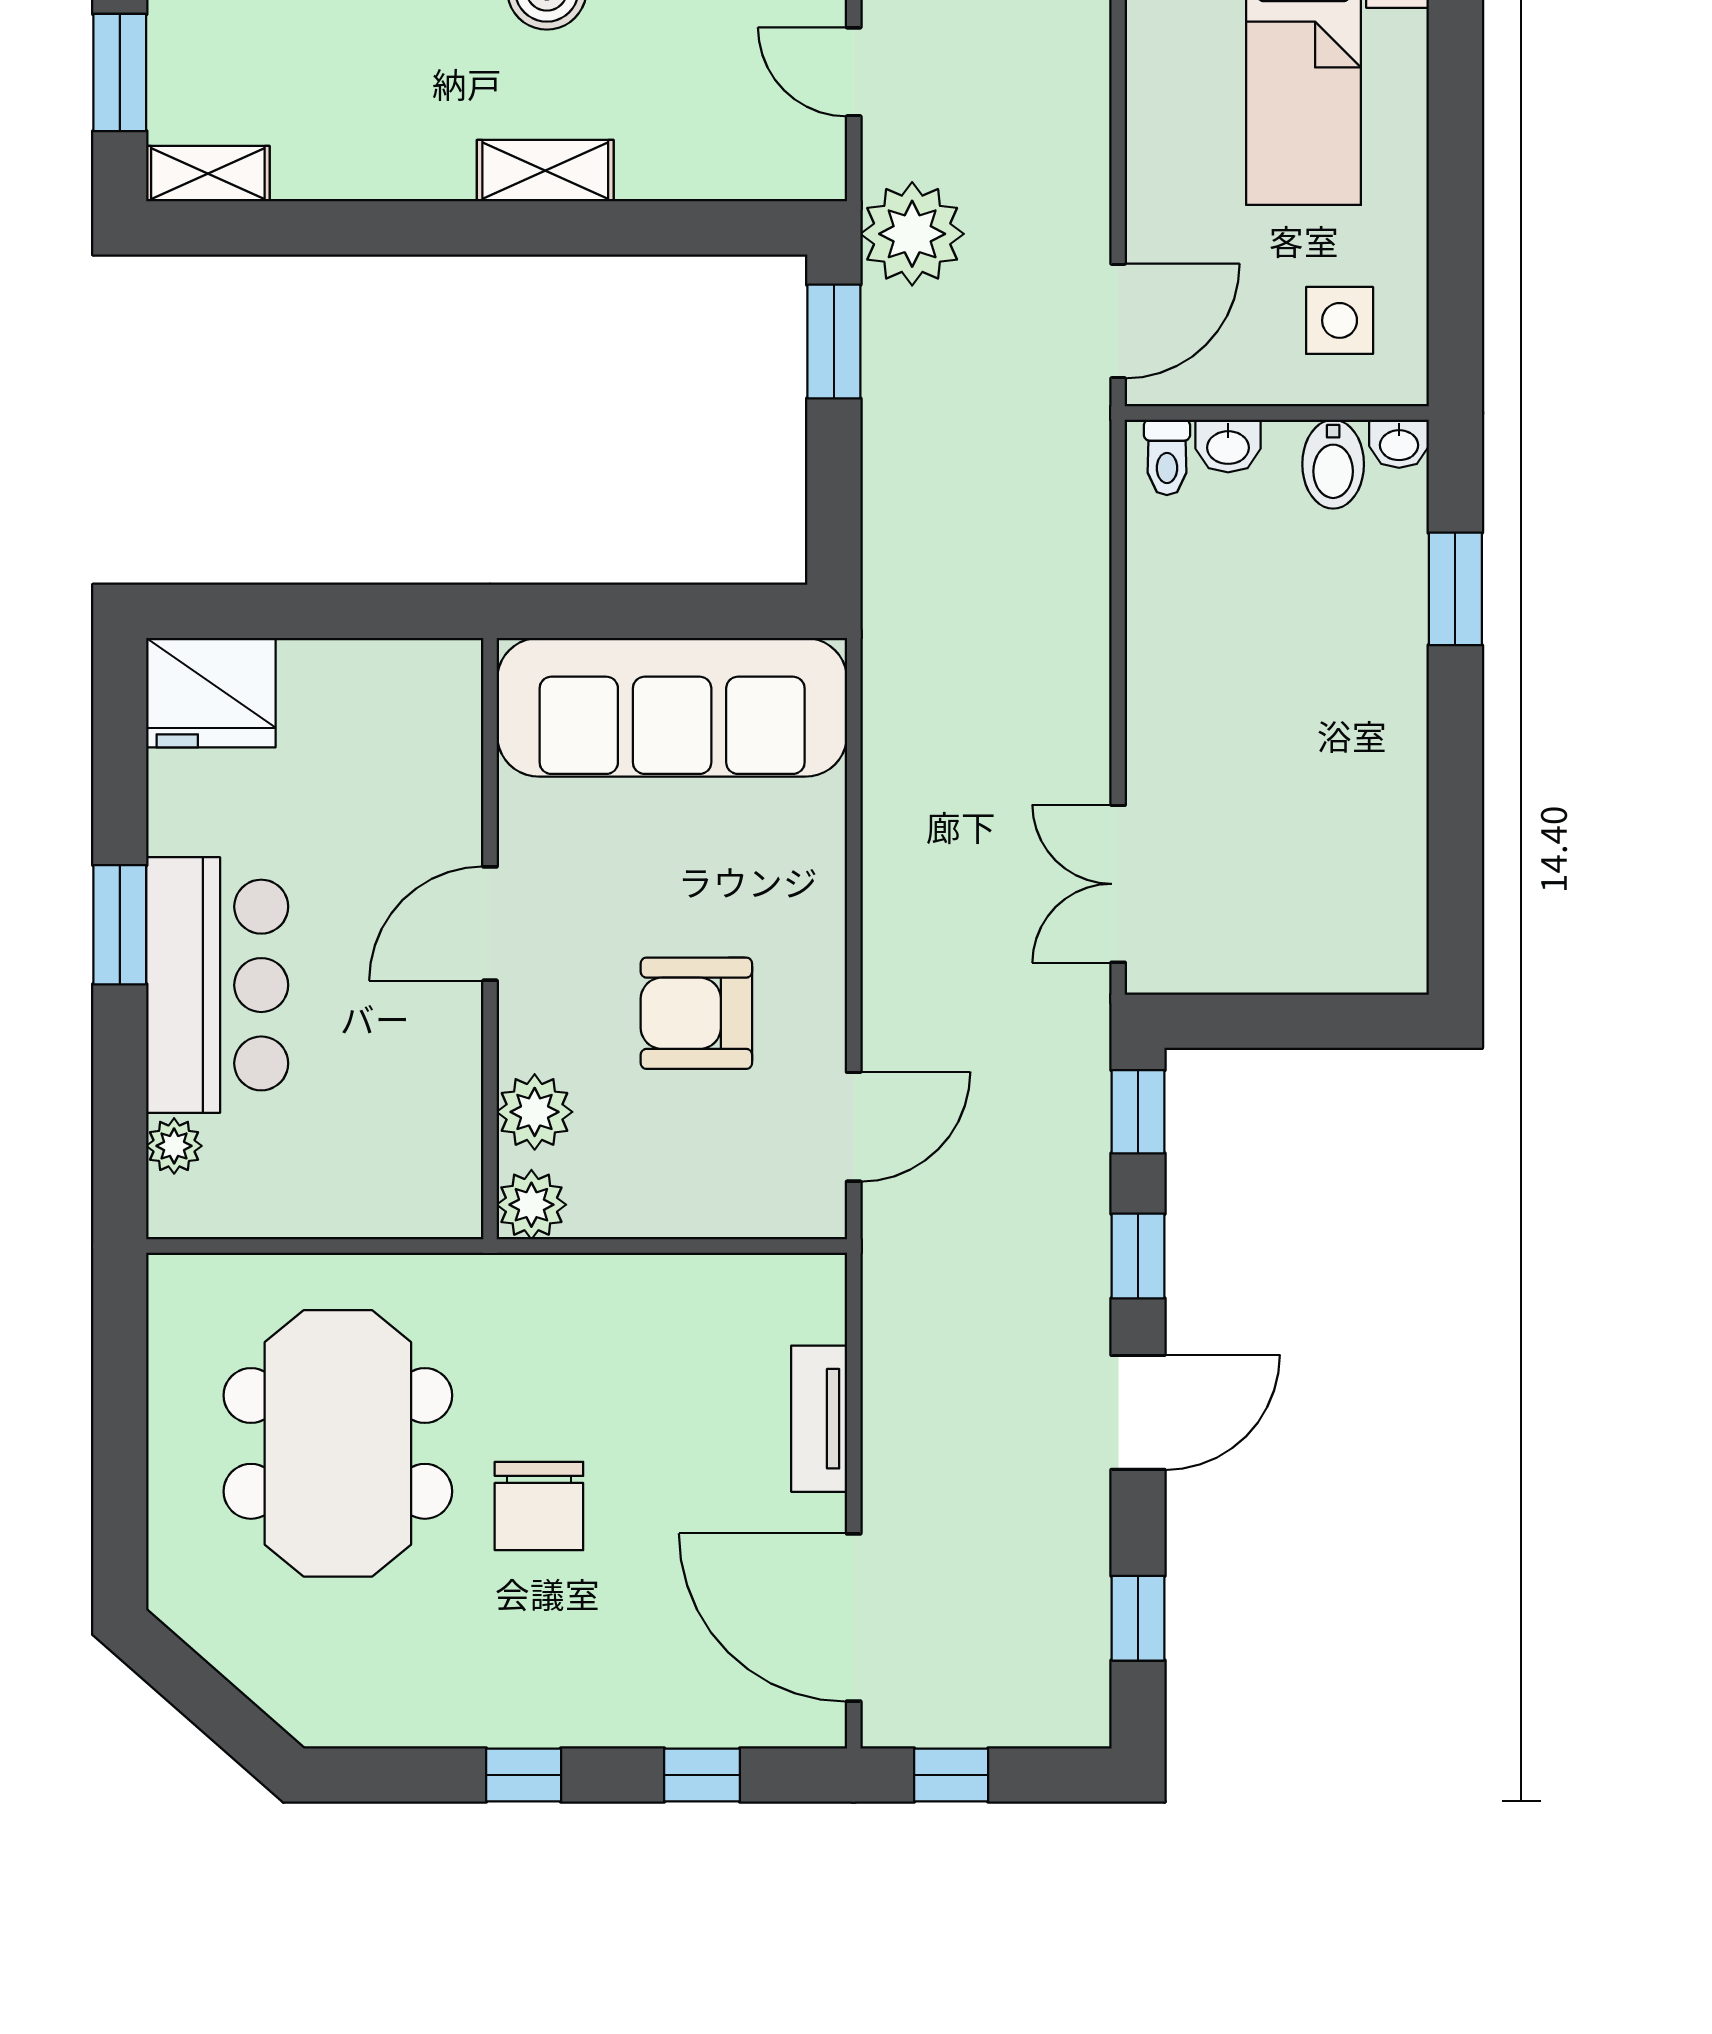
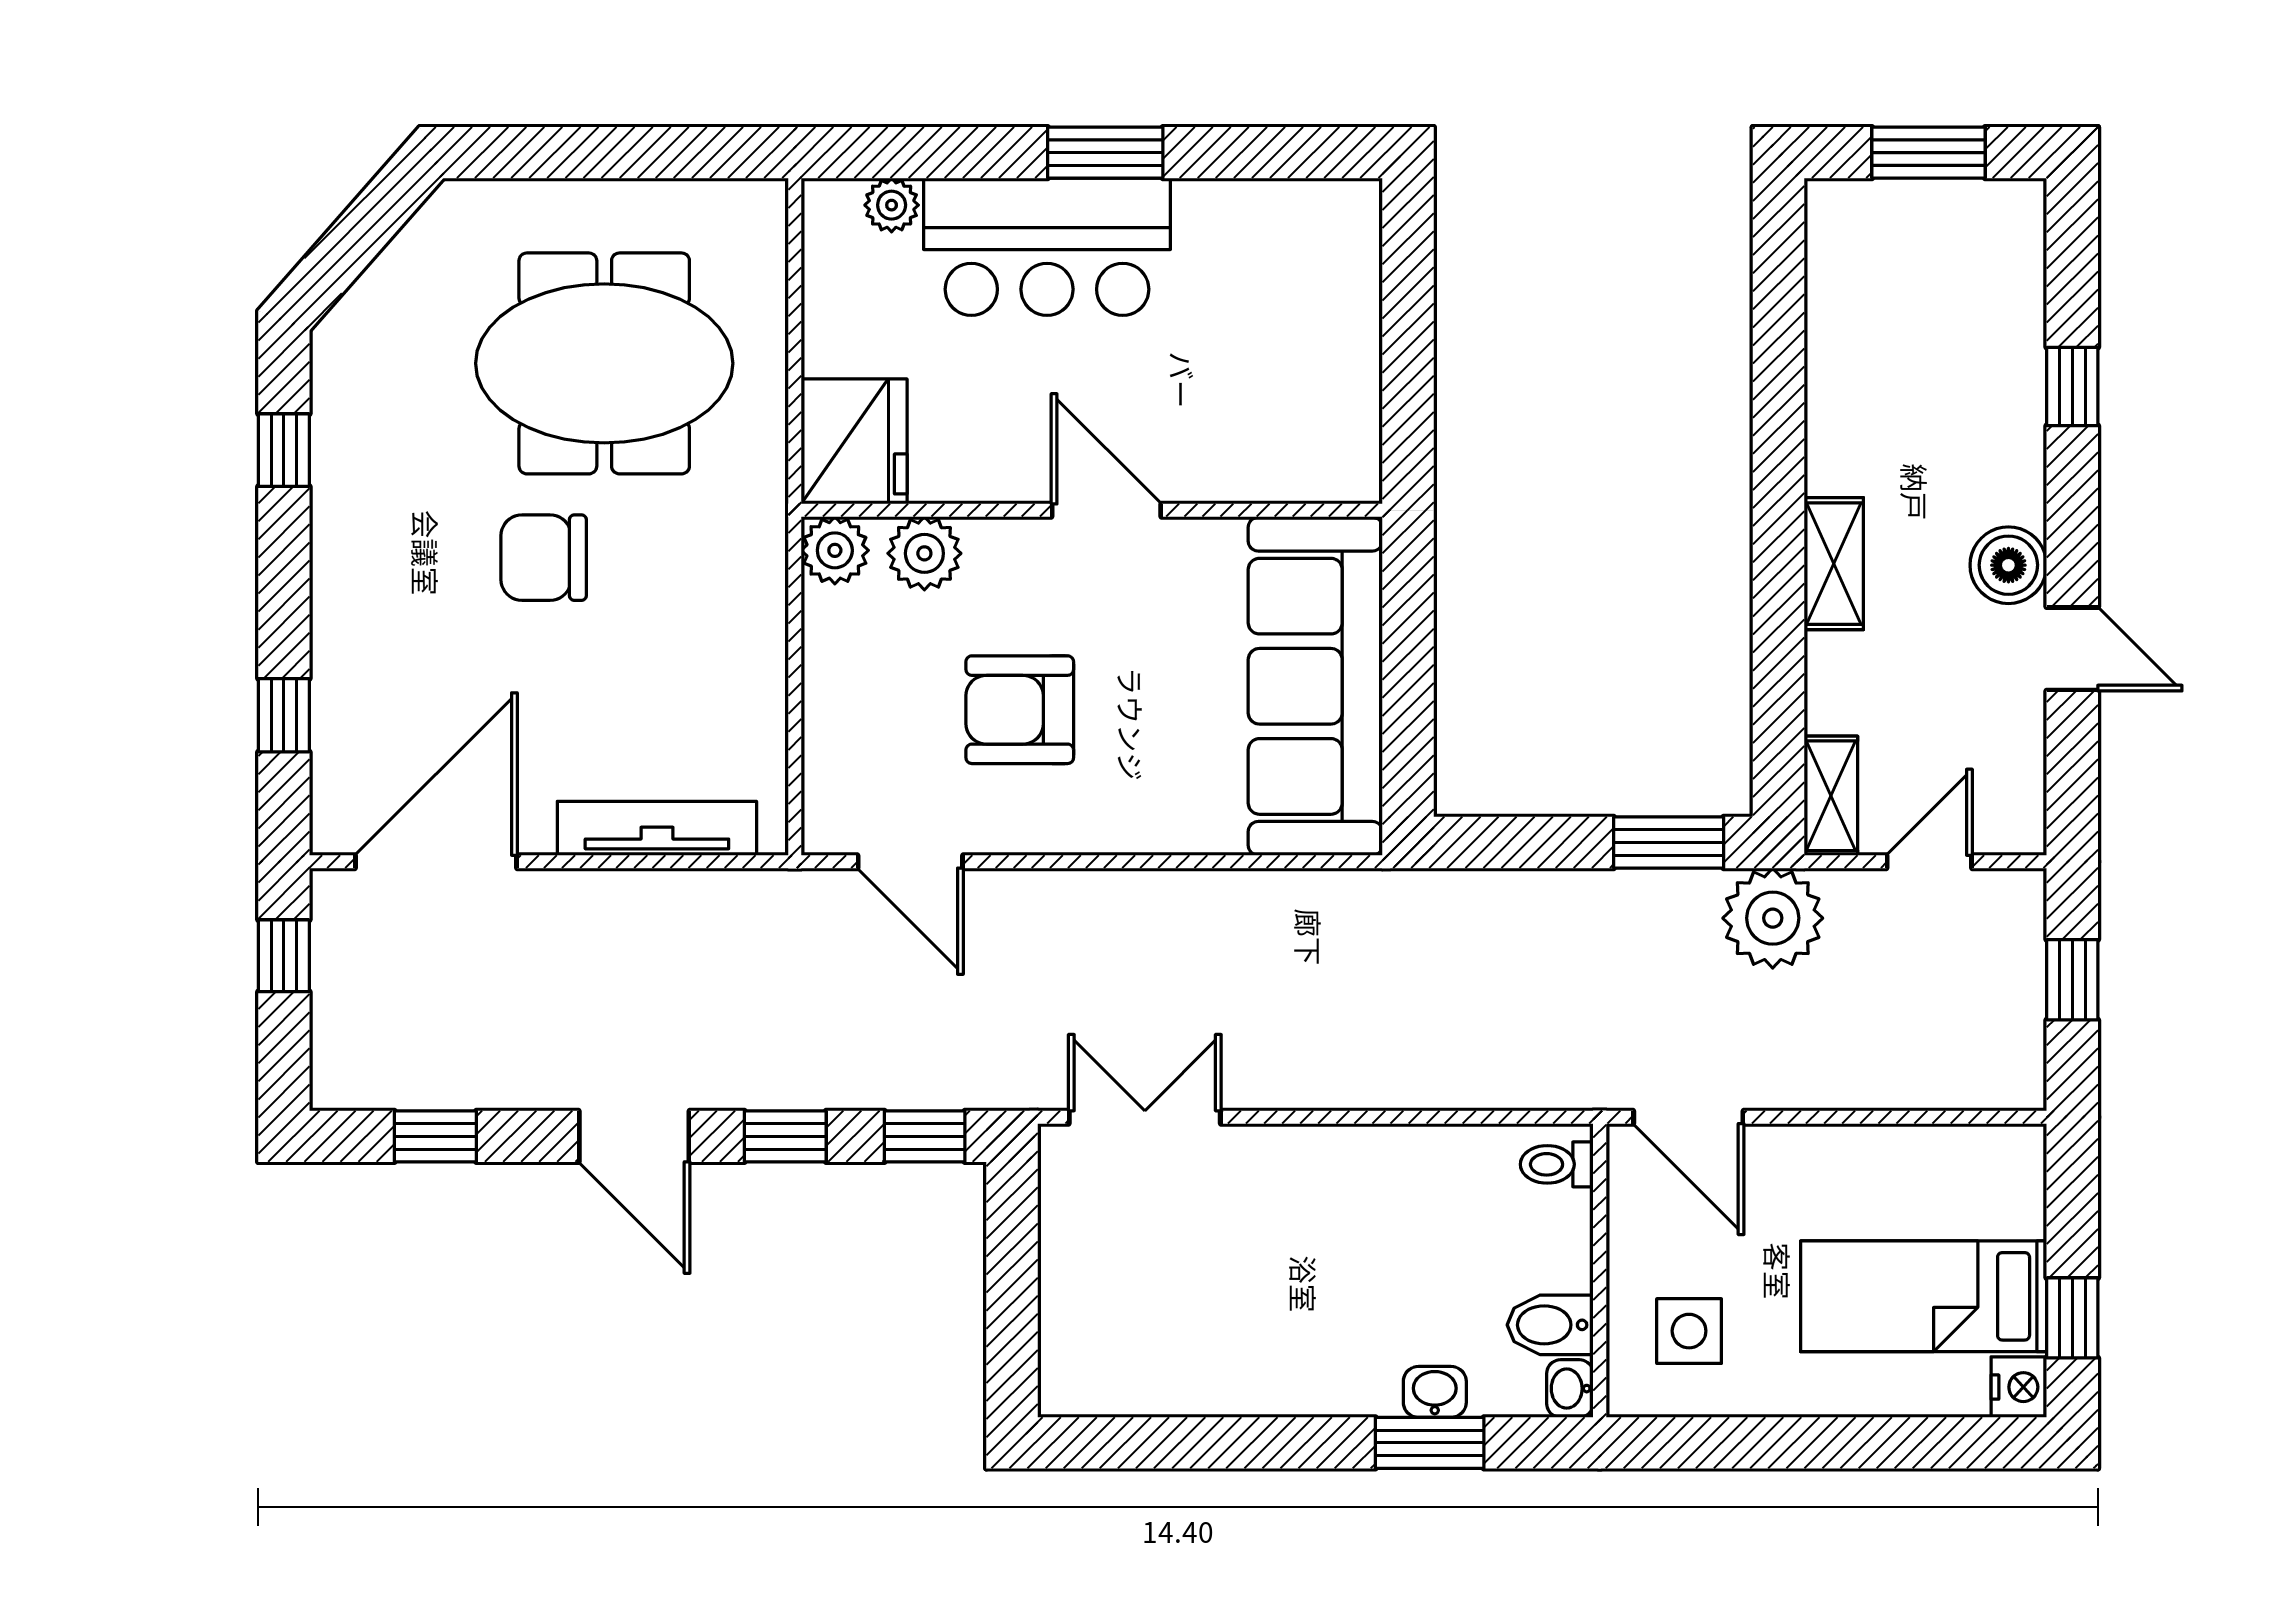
shelving: (208, 174) -> (1831, 796), moved
washbasin: (1228, 446) -> (1435, 1392), moved, turned 90
fridge: (211, 693) -> (854, 441), moved, turned 180
armchair: (696, 1013) -> (1020, 710), turned -90
tv unit: (819, 1419) -> (657, 828), width x1.41
window: (524, 1775) -> (284, 450), moved

